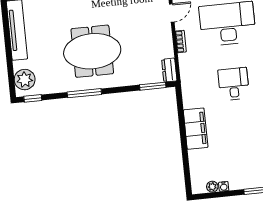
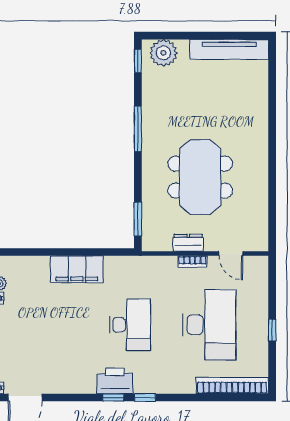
meeting table: (92, 51) -> (200, 177), moved
dresser: (169, 70) -> (188, 243), moved
desk: (234, 84) -> (130, 325), width x1.37

